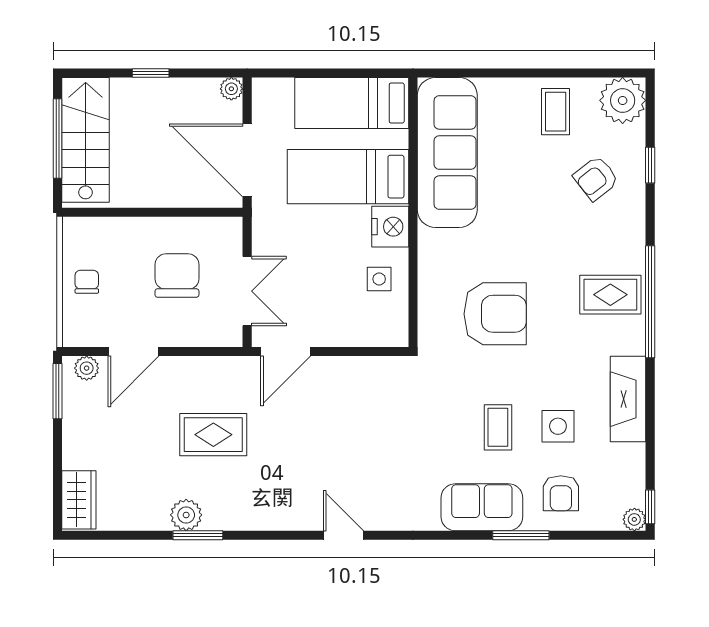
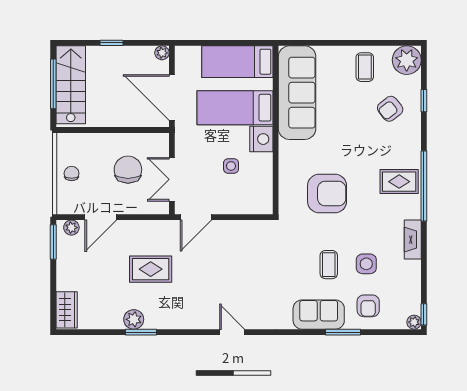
side table: (379, 279) -> (231, 166), moved
double door: (247, 291) -> (172, 179), swing flipped
fireplace: (628, 399) -> (413, 240), width x0.73, depth x0.76

